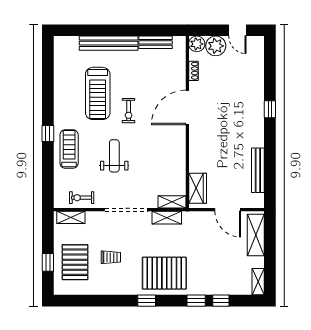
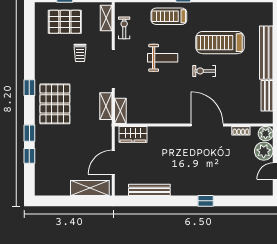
treadmill: (69, 149) -> (169, 16), turned 180
trolley: (111, 257) -> (80, 53), moved
shelving: (258, 282) -> (47, 190), removed

